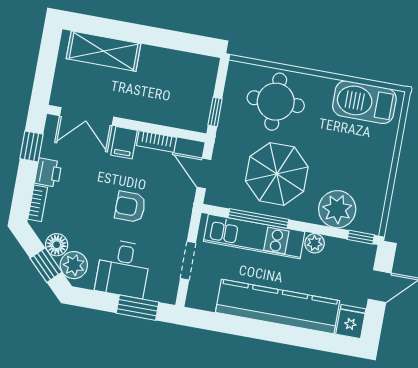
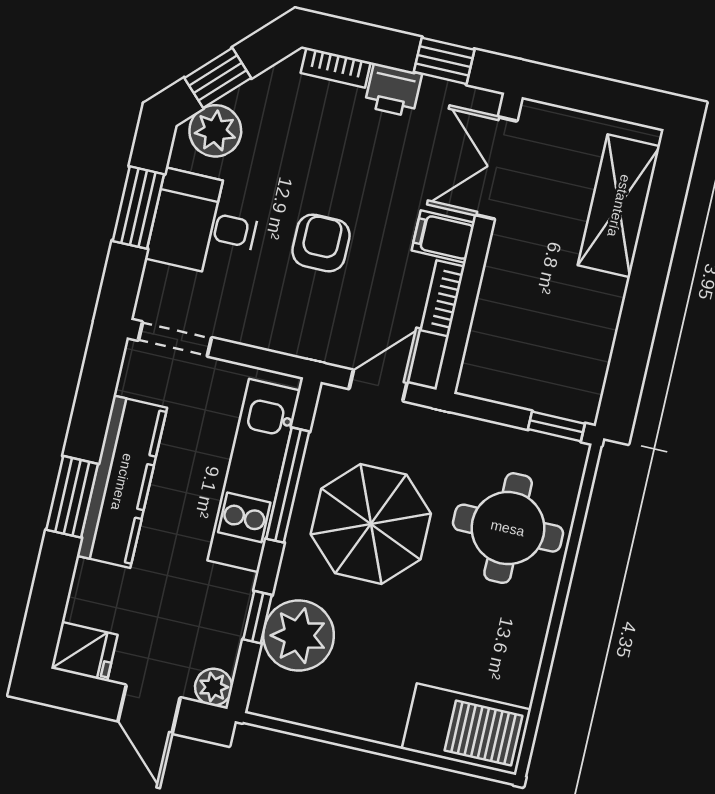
barbecue: (364, 102) -> (466, 729), moved, turned 90
window: (215, 112) -> (556, 426), moved
window: (361, 237) -> (258, 617), moved
plant: (315, 243) -> (214, 687), moved
floor lamp: (57, 245) -> (255, 100), removed
doorway: (188, 261) -> (175, 339), moved
kitchen counter: (278, 306) -> (122, 482), width x0.72, depth x0.86
window: (138, 308) -> (138, 208), moved
window: (270, 332) -> (72, 497), added

